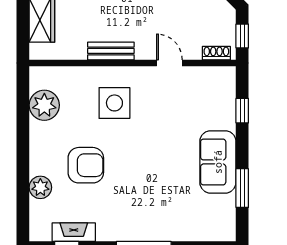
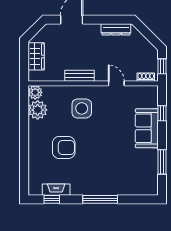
sofa: (218, 162) -> (147, 128), moved
plant: (40, 187) -> (35, 92), moved

